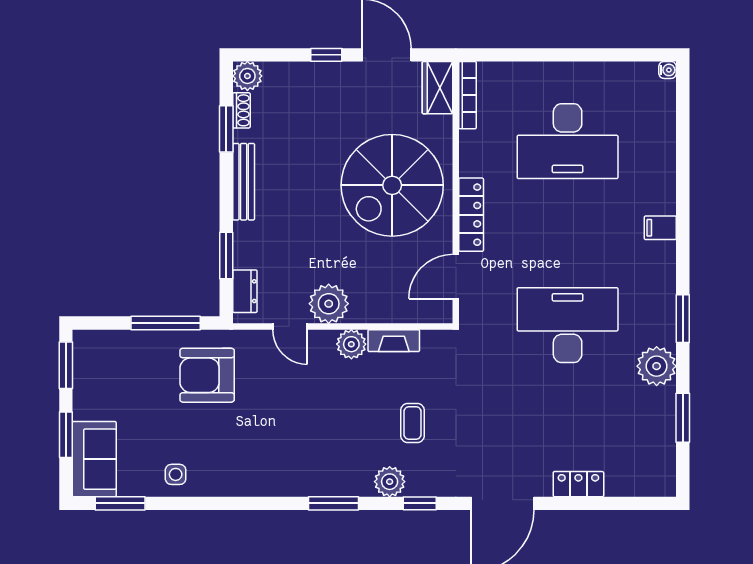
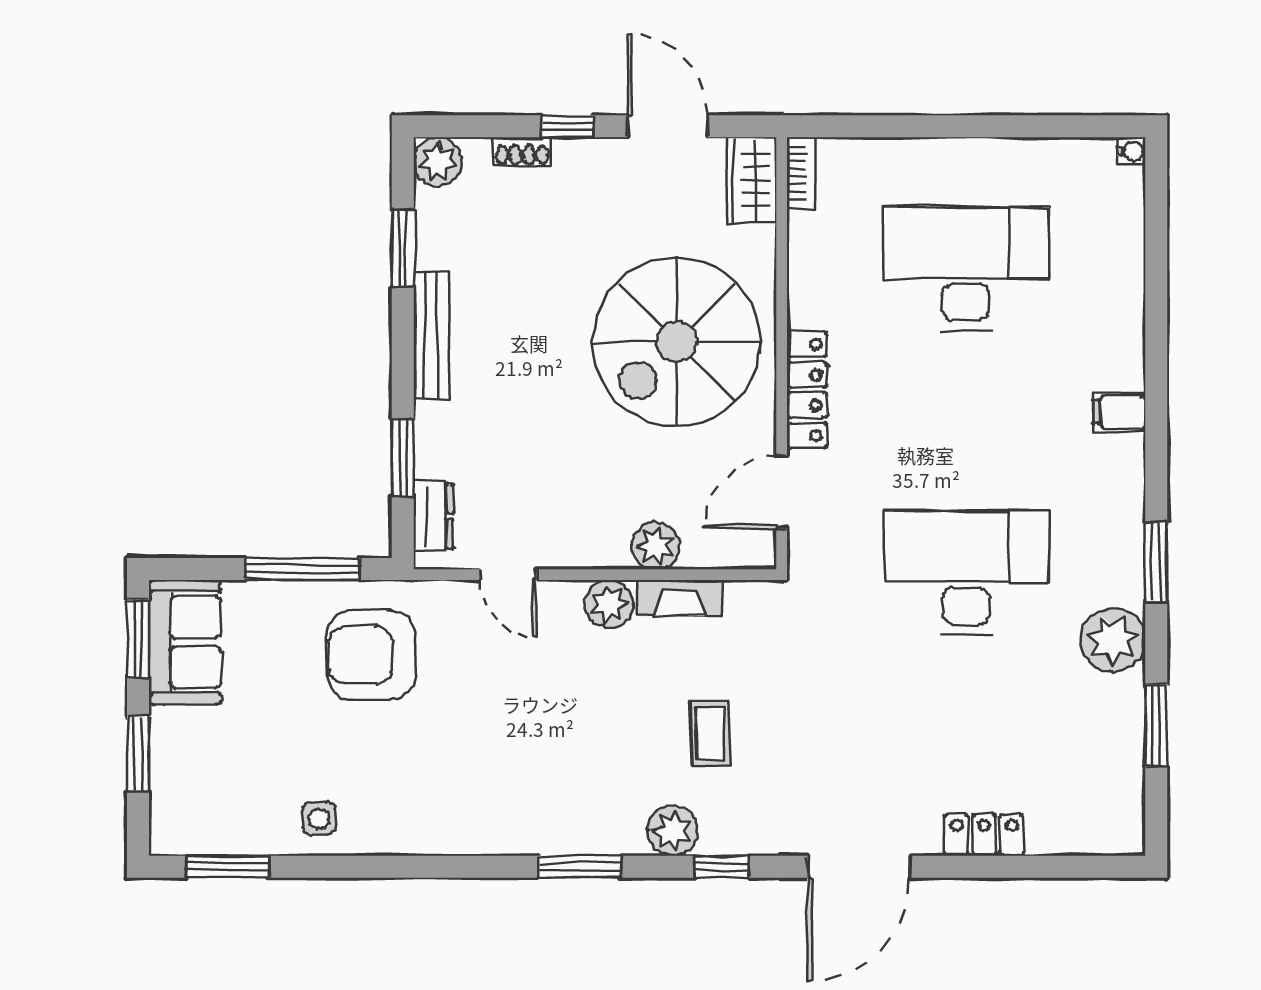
bookcase: (468, 95) -> (801, 173), width x0.64
shoe rack: (241, 110) -> (522, 151), moved, turned 90
desk: (568, 141) -> (966, 269), turned 180
plant: (329, 304) -> (656, 546), moved, width x0.73, depth x0.73
sofa: (94, 459) -> (185, 642), moved

